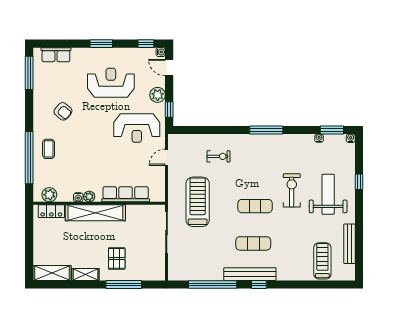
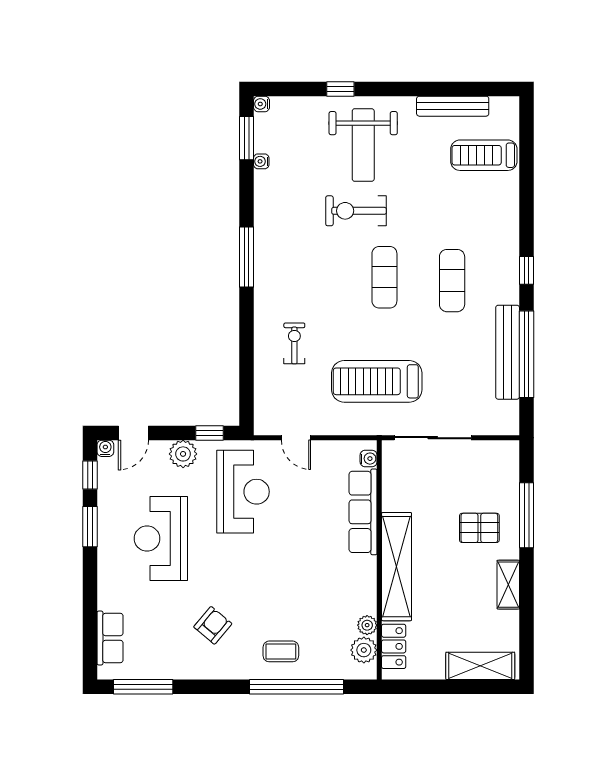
window: (101, 44) -> (90, 527), moved
weight bench: (328, 194) -> (363, 145), turned -90
water cooler: (78, 197) -> (369, 459), moved
plant: (89, 197) -> (367, 625), moved
shelving: (52, 273) -> (480, 666), moved, turned 90
bench: (250, 274) -> (508, 352), moved

